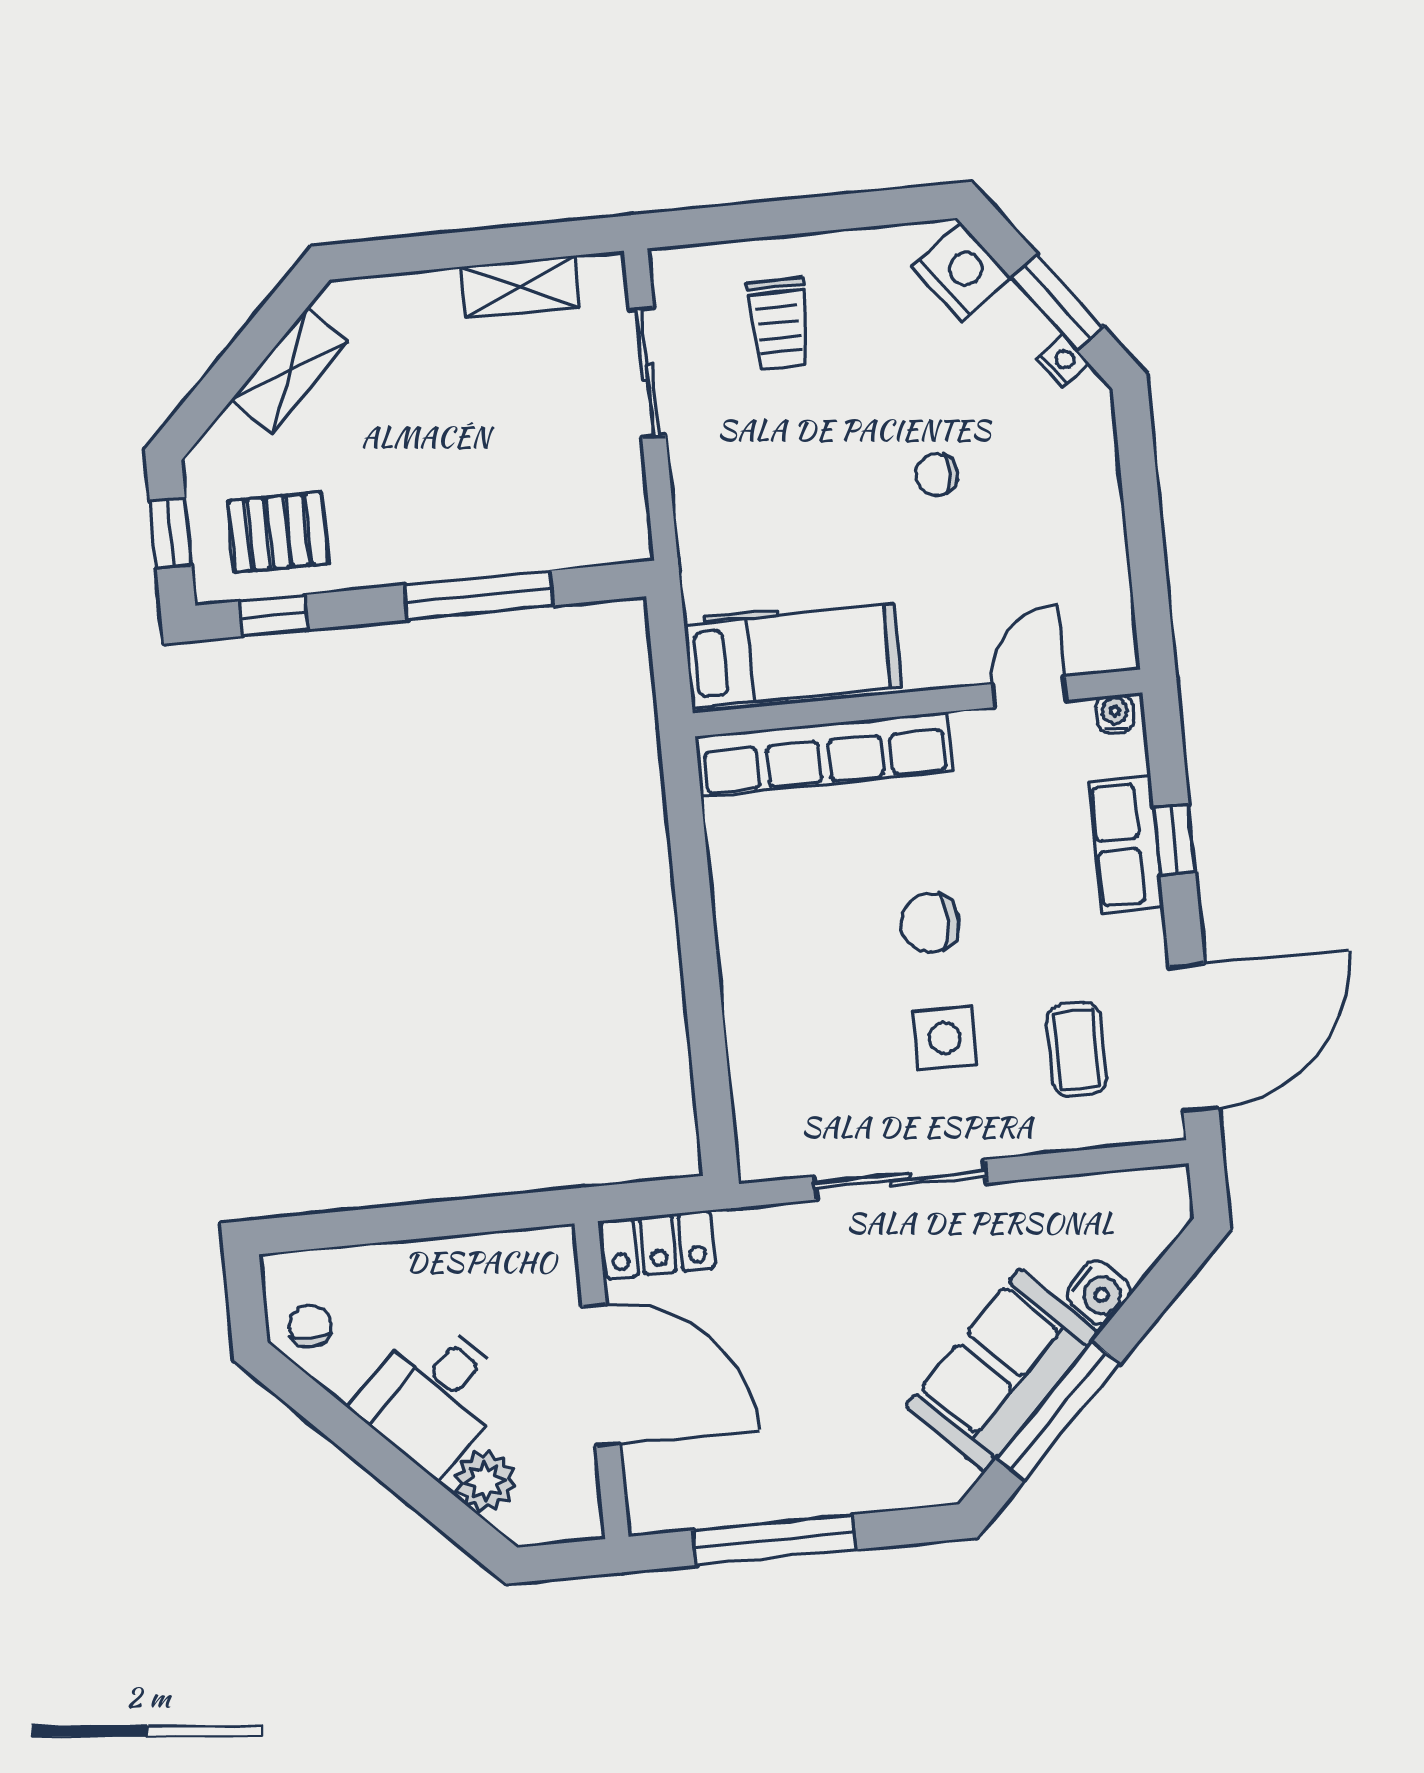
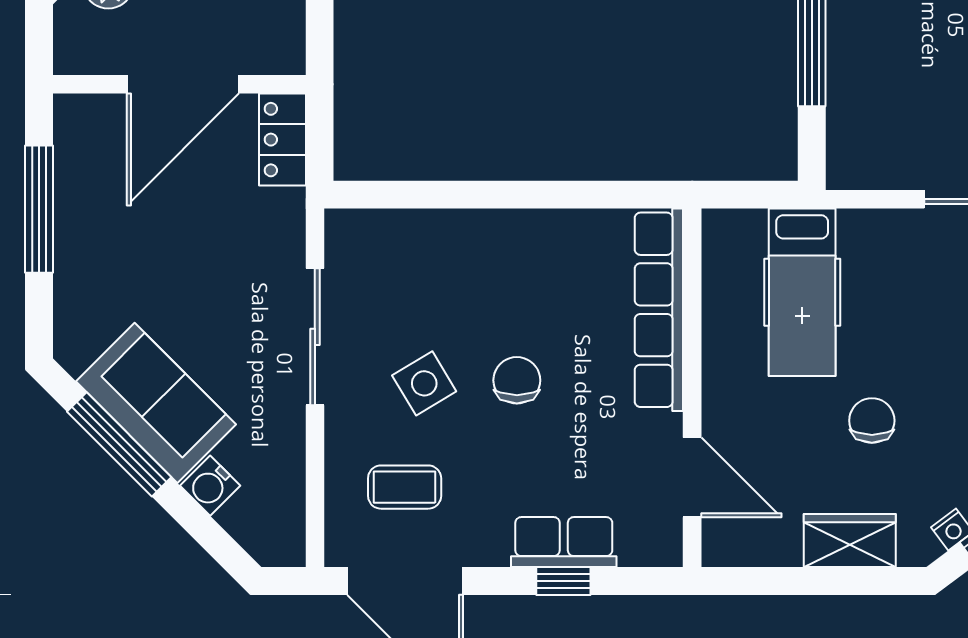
chair: (936, 475) -> (872, 421), width x1.37, depth x1.37
wardrobe: (1089, 488) -> (850, 541), added
hospital bed: (793, 656) -> (802, 292), moved
door: (1029, 692) -> (692, 477), width x1.37
water cooler: (1115, 714) -> (668, 544), removed
side table: (945, 1038) -> (424, 383), turned -31

